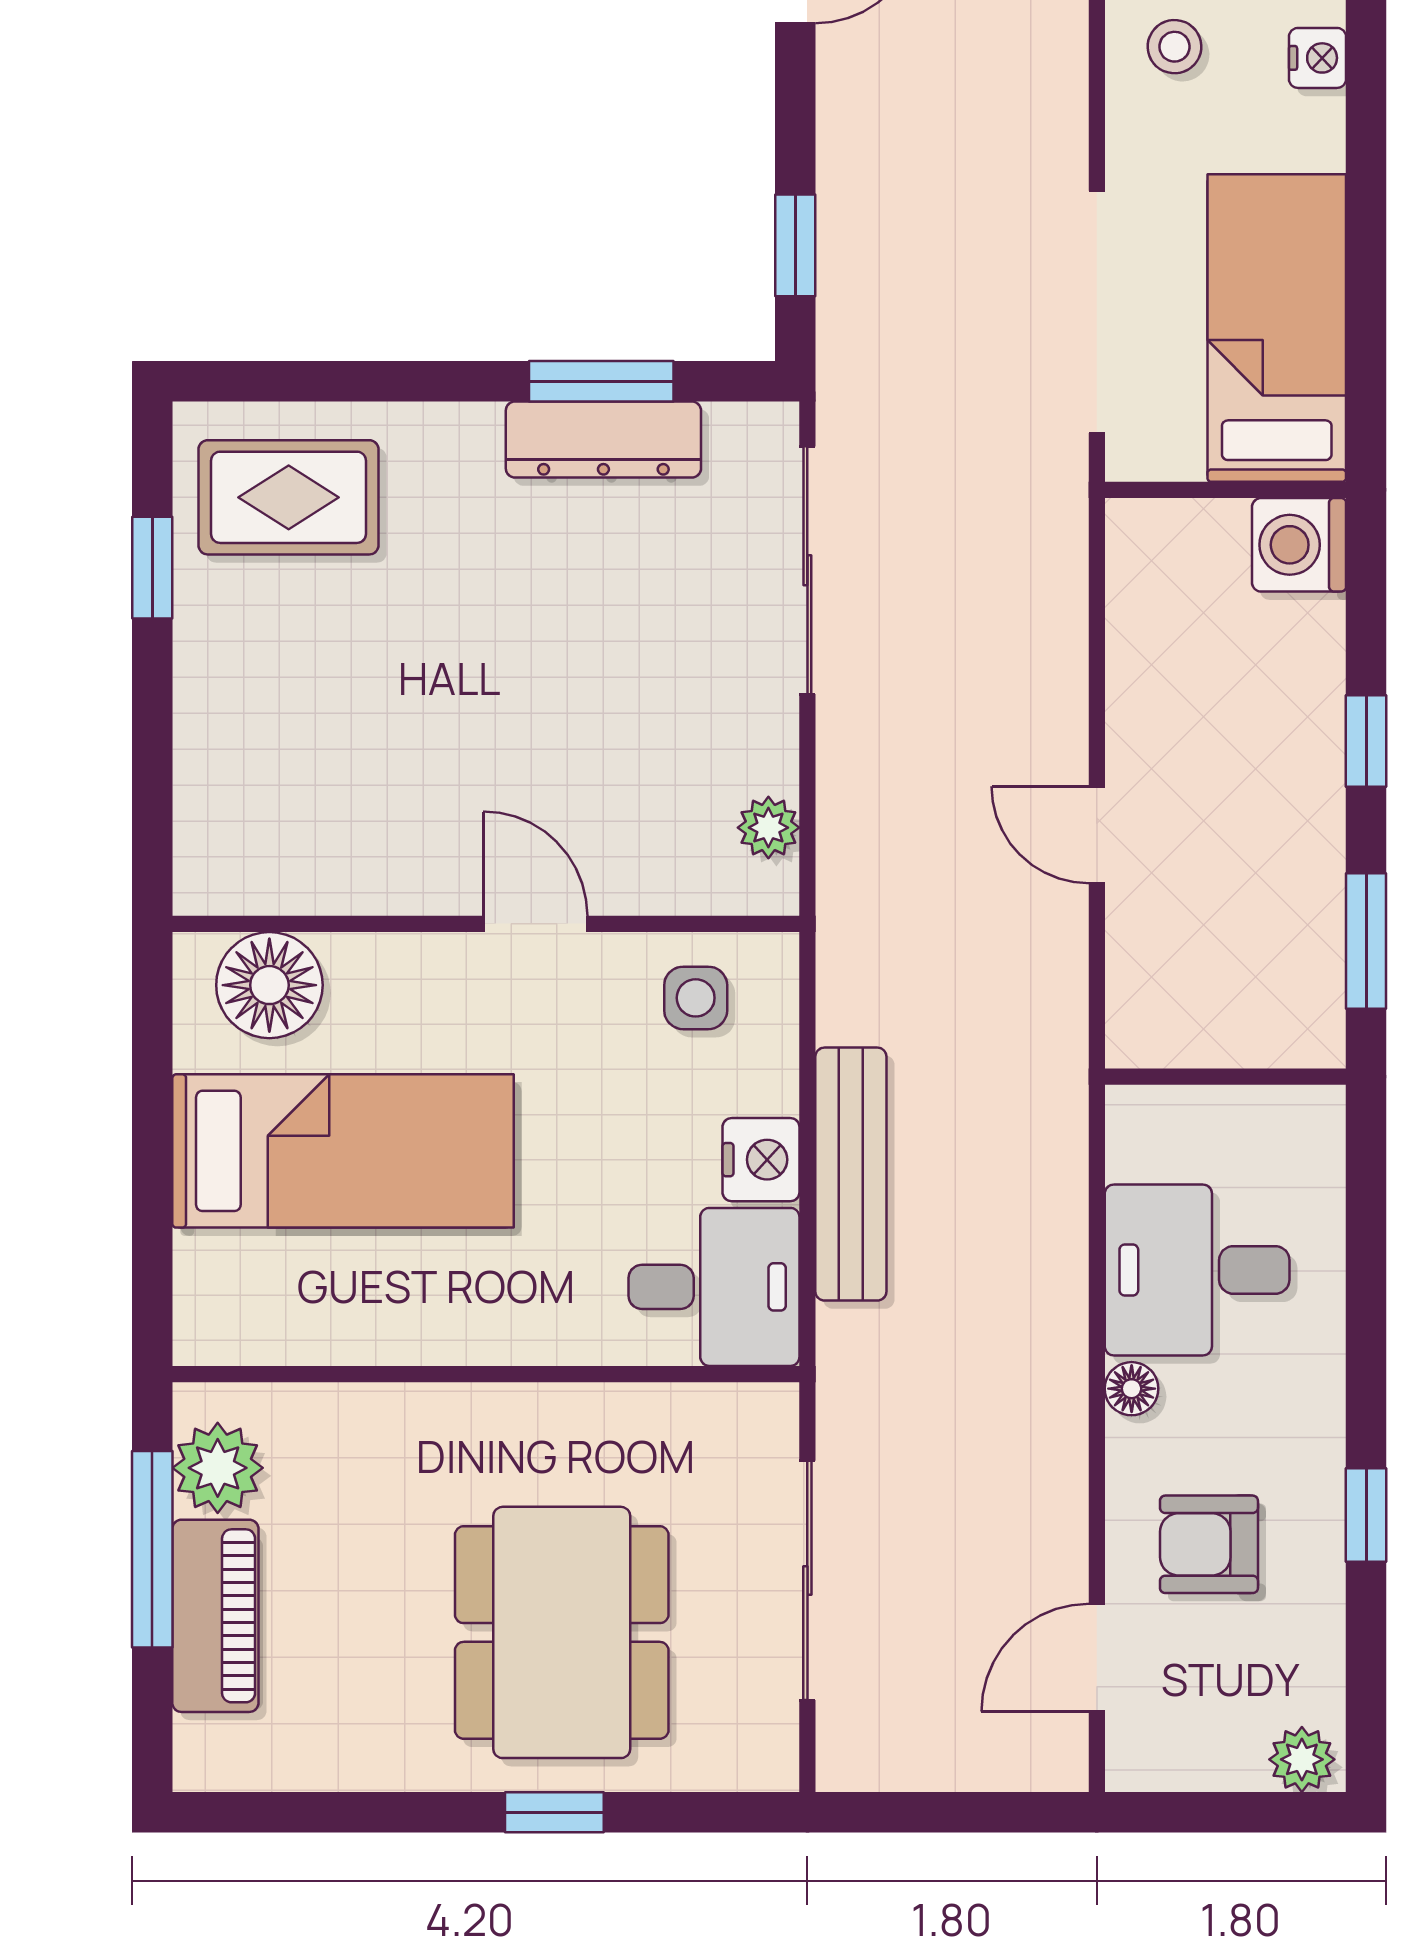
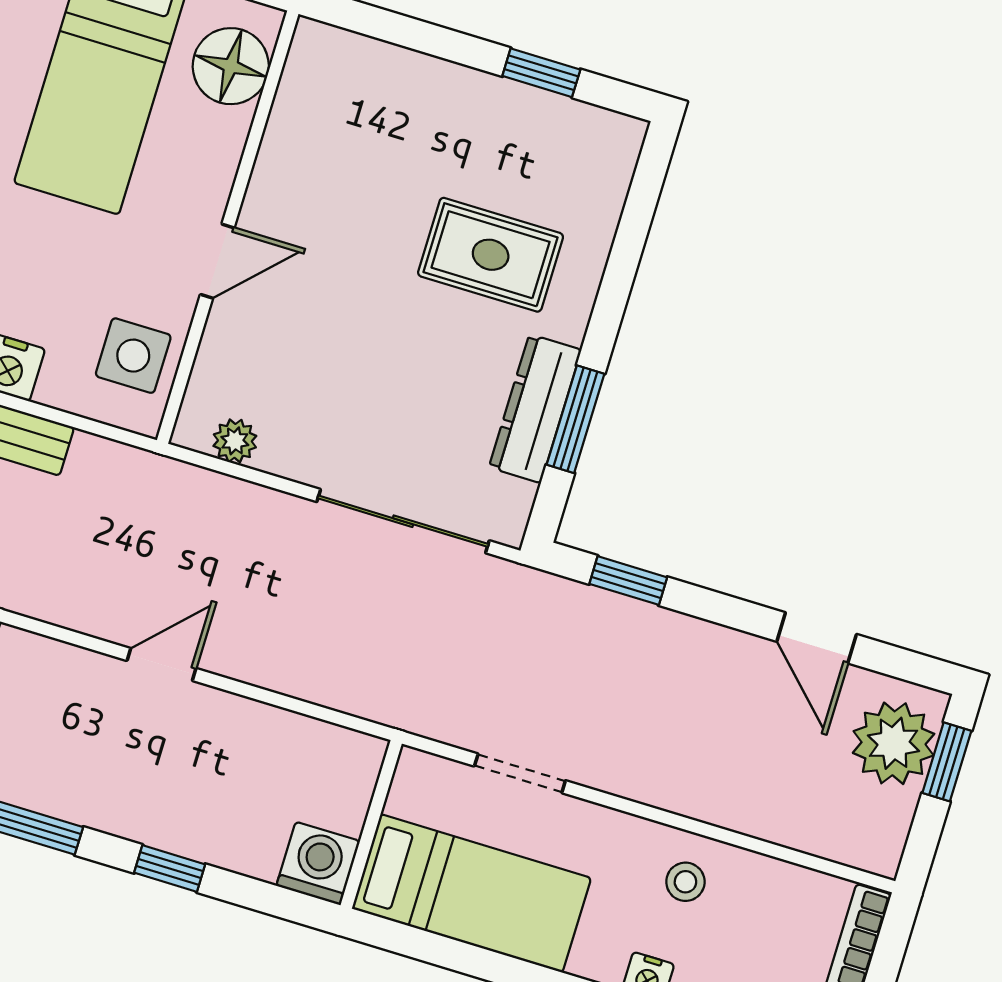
doorway: (1097, 312) -> (520, 773), width x0.53
rug: (289, 497) -> (491, 255), moved, turned 90
side table: (696, 998) -> (133, 356), width x1.37, depth x1.37

